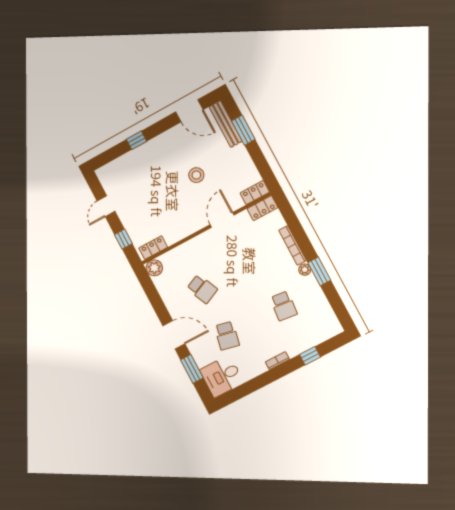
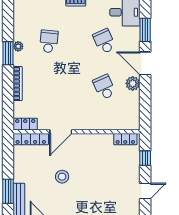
locker: (255, 193) -> (31, 139), width x1.53
plant: (154, 268) -> (133, 83), moved
plant: (305, 270) -> (18, 46), moved
school desk: (227, 336) -> (104, 41), turned -36

